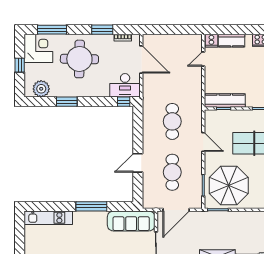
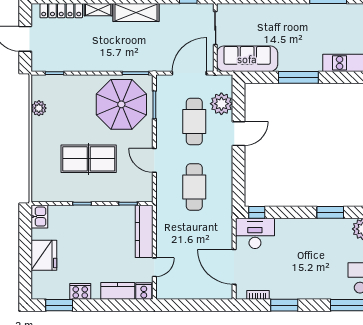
round table: (79, 59) -> (314, 267), removed
kitchen counter: (225, 101) -> (144, 231), moved, turned 90
plant: (151, 186) -> (221, 104), added

